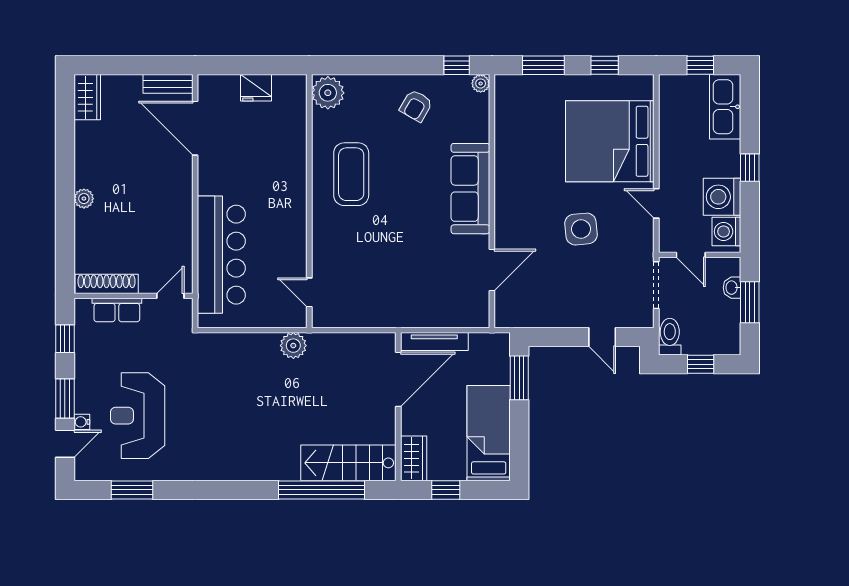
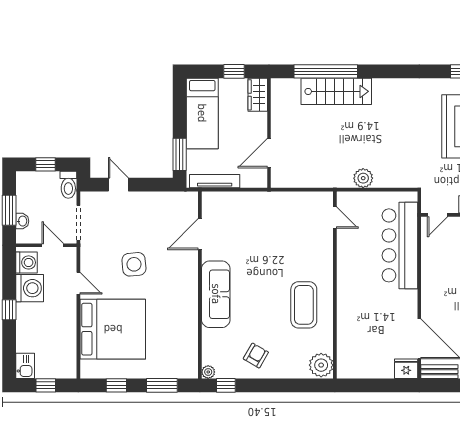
fridge: (256, 88) -> (406, 369), moved
kitchen sink: (725, 107) -> (25, 366), width x0.53, depth x0.81
tv unit: (434, 342) -> (215, 181), moved
plant: (293, 346) -> (363, 178), moved
door: (398, 379) -> (269, 153), width x0.73
stairs: (348, 463) -> (336, 91), moved

